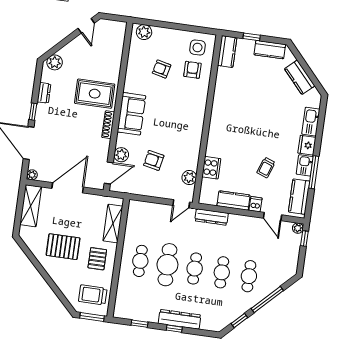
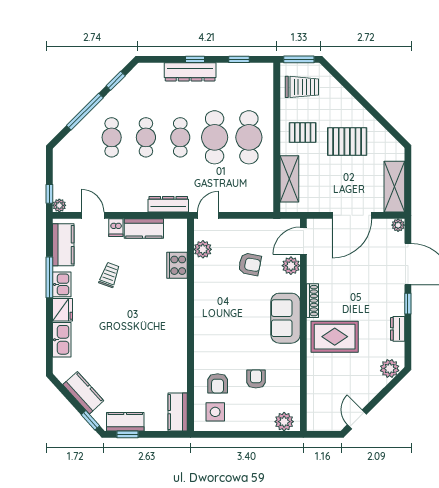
window: (252, 37) -> (128, 434), moved
window: (297, 55) -> (90, 420), added
armchair: (162, 69) -> (256, 379), turned -103
pallet: (97, 259) -> (303, 133), turned 90
cafe table: (140, 261) -> (249, 137), width x1.37, depth x1.35

